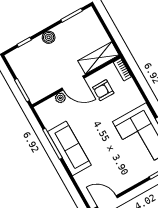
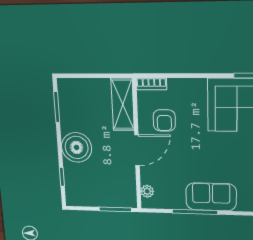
boiler: (49, 37) -> (77, 147), width x1.86, depth x1.86
plant: (60, 98) -> (147, 191), moved
sofa: (69, 148) -> (211, 197), width x0.73

